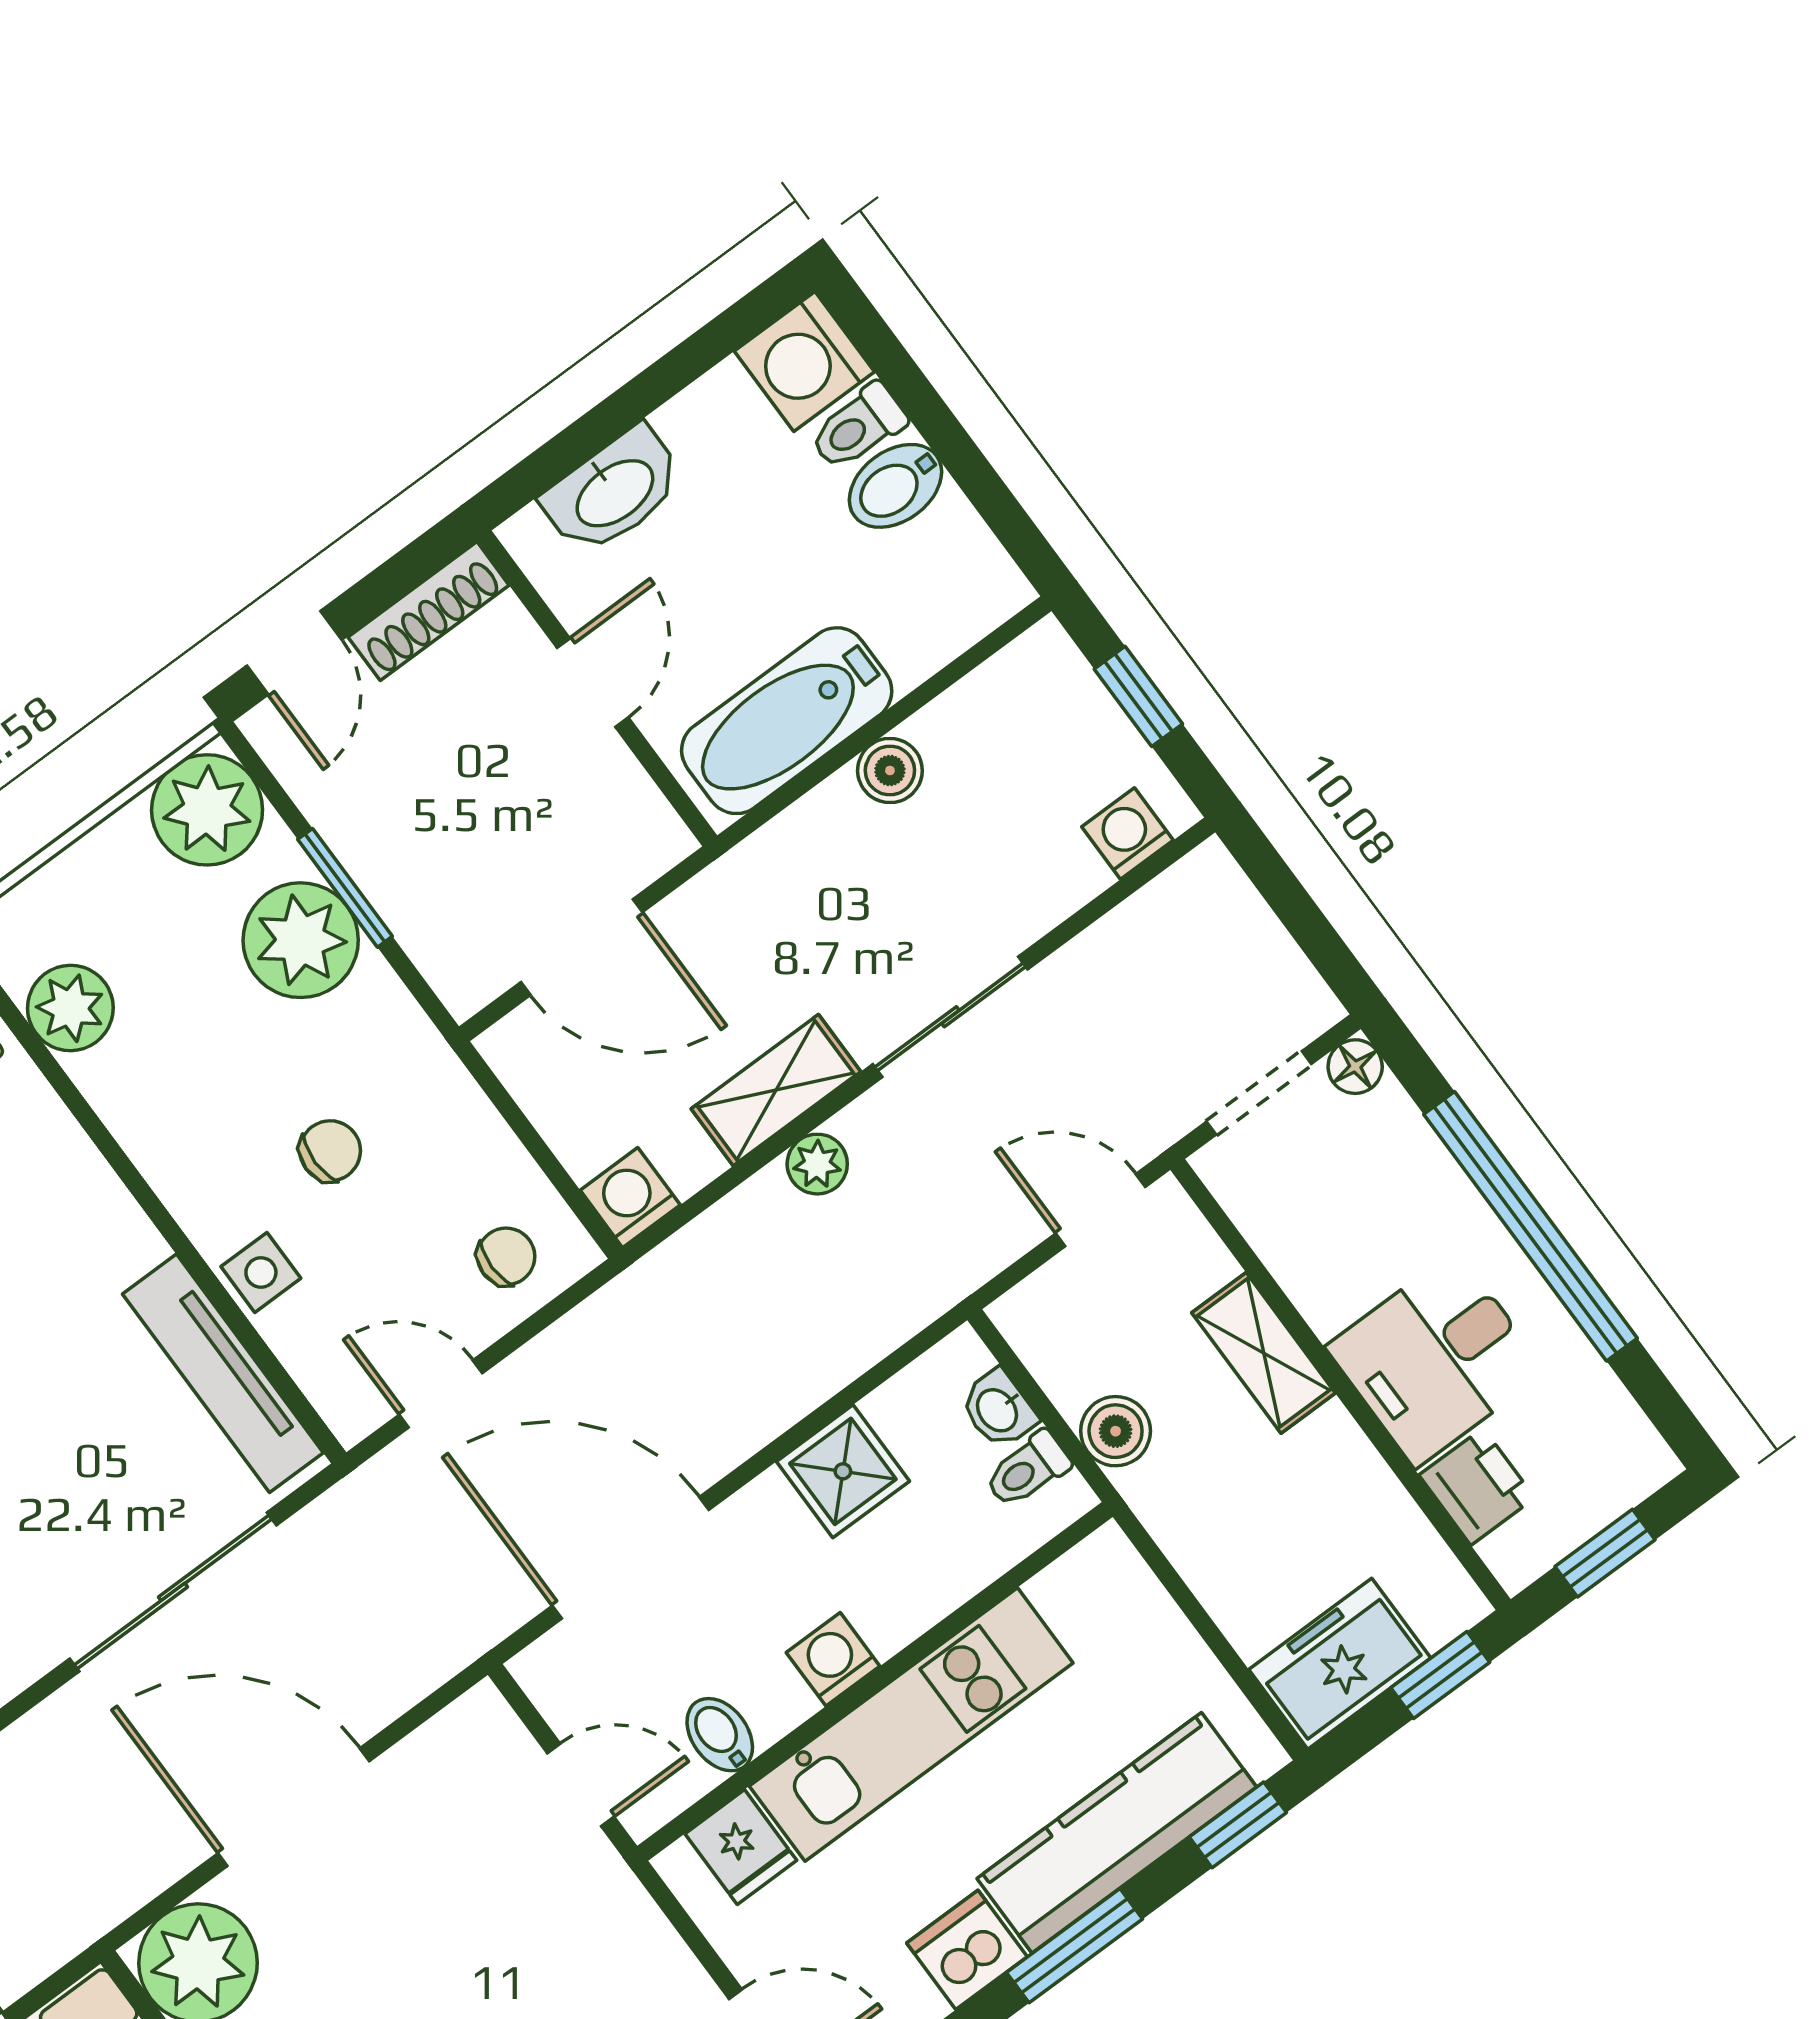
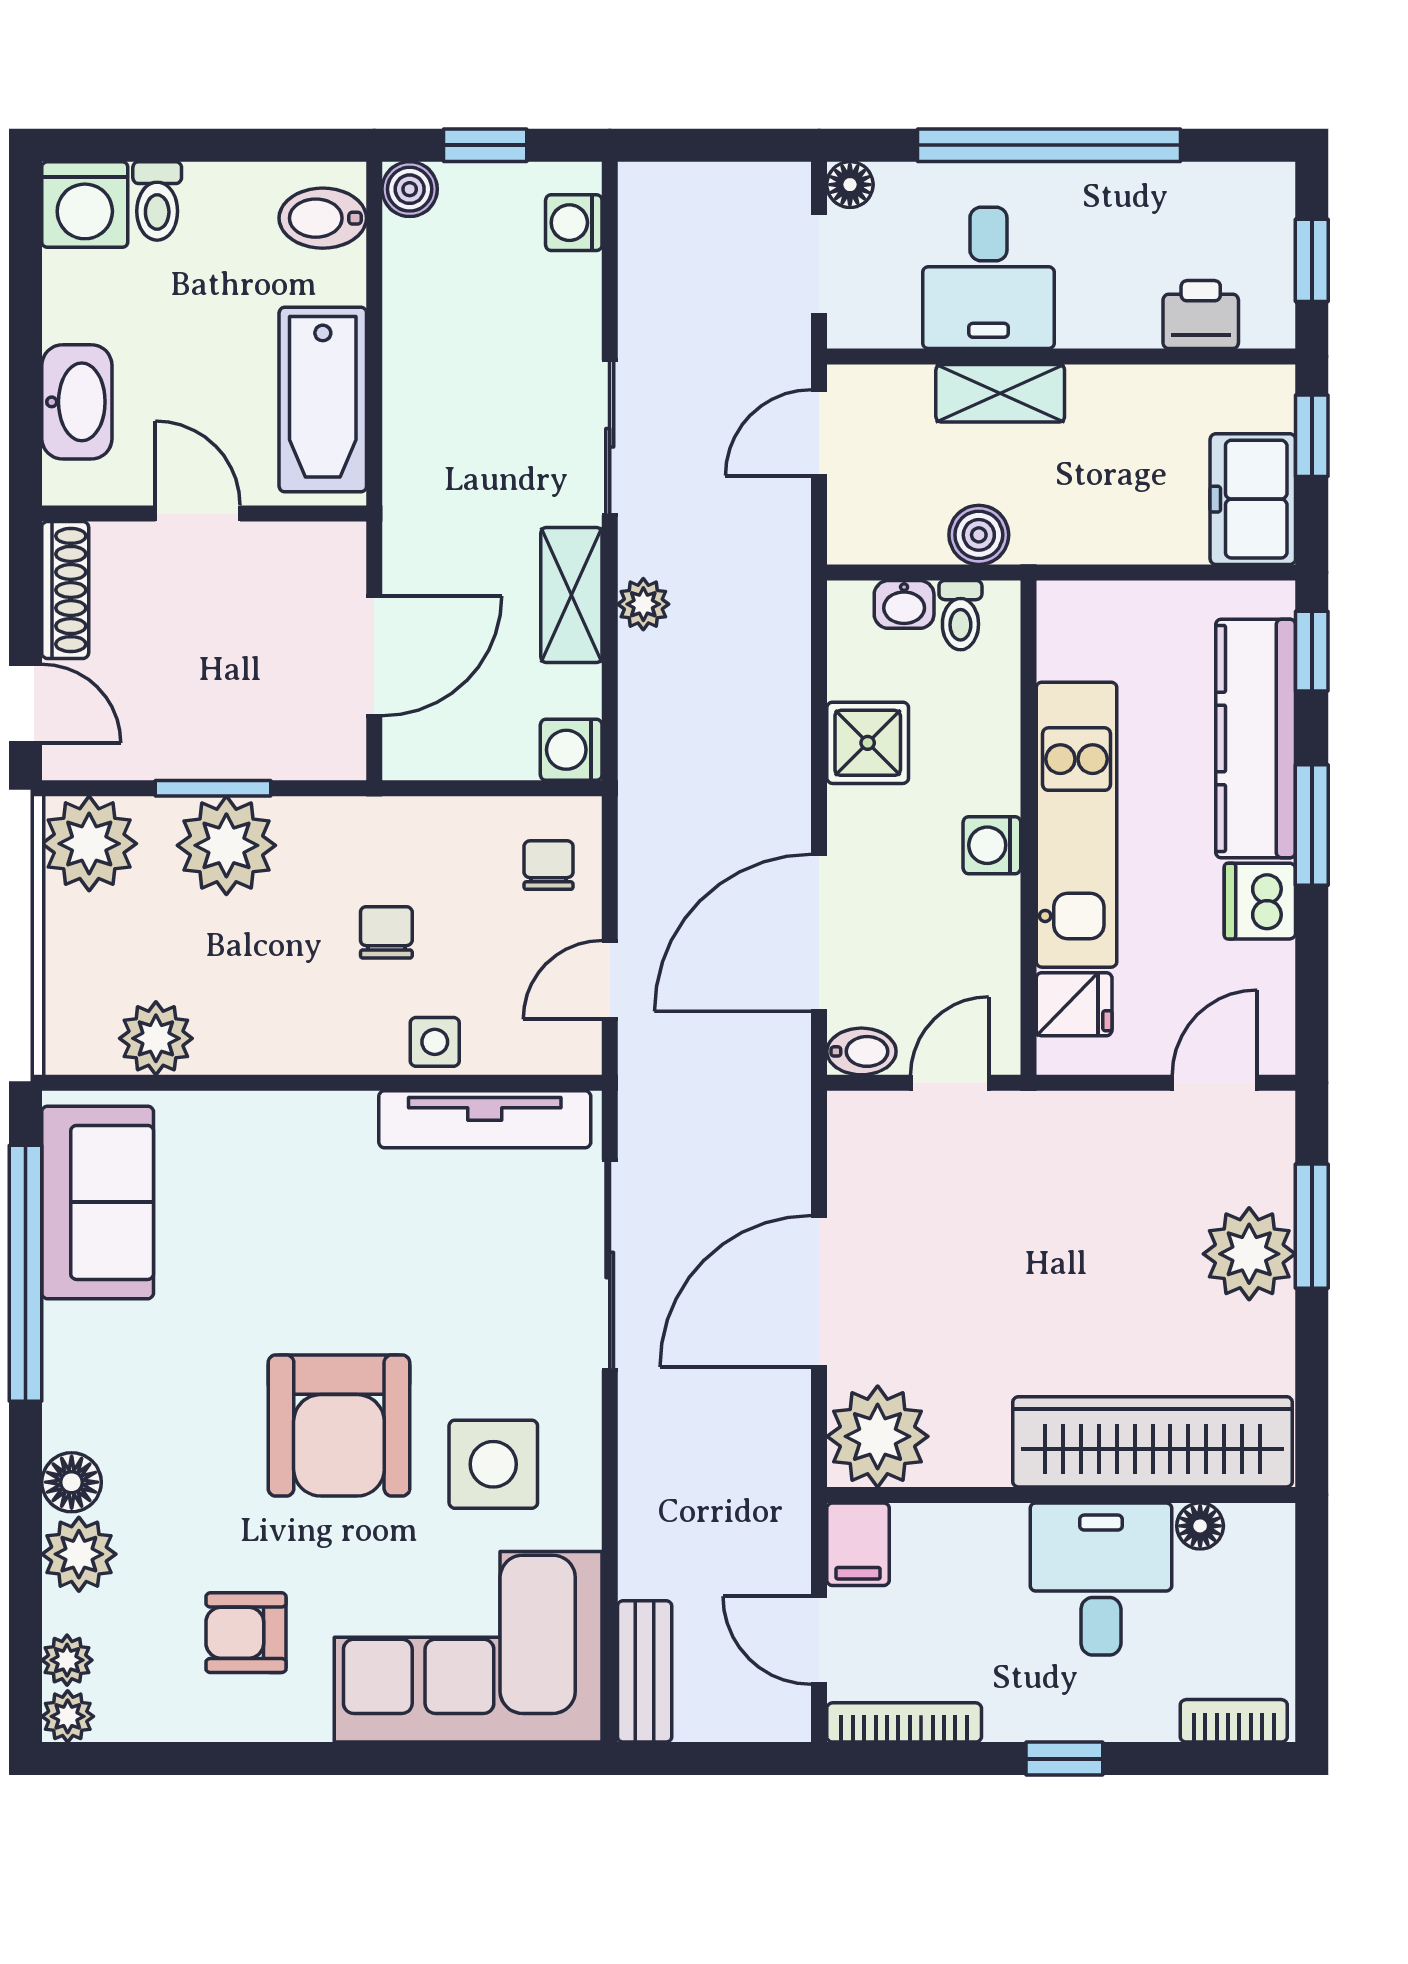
bidet: (895, 486) -> (323, 218), moved, turned 90
boiler: (890, 771) -> (410, 189), moved
desk: (1436, 1359) -> (988, 278), moved
bidet: (720, 1735) -> (861, 1051), moved, turned 180

